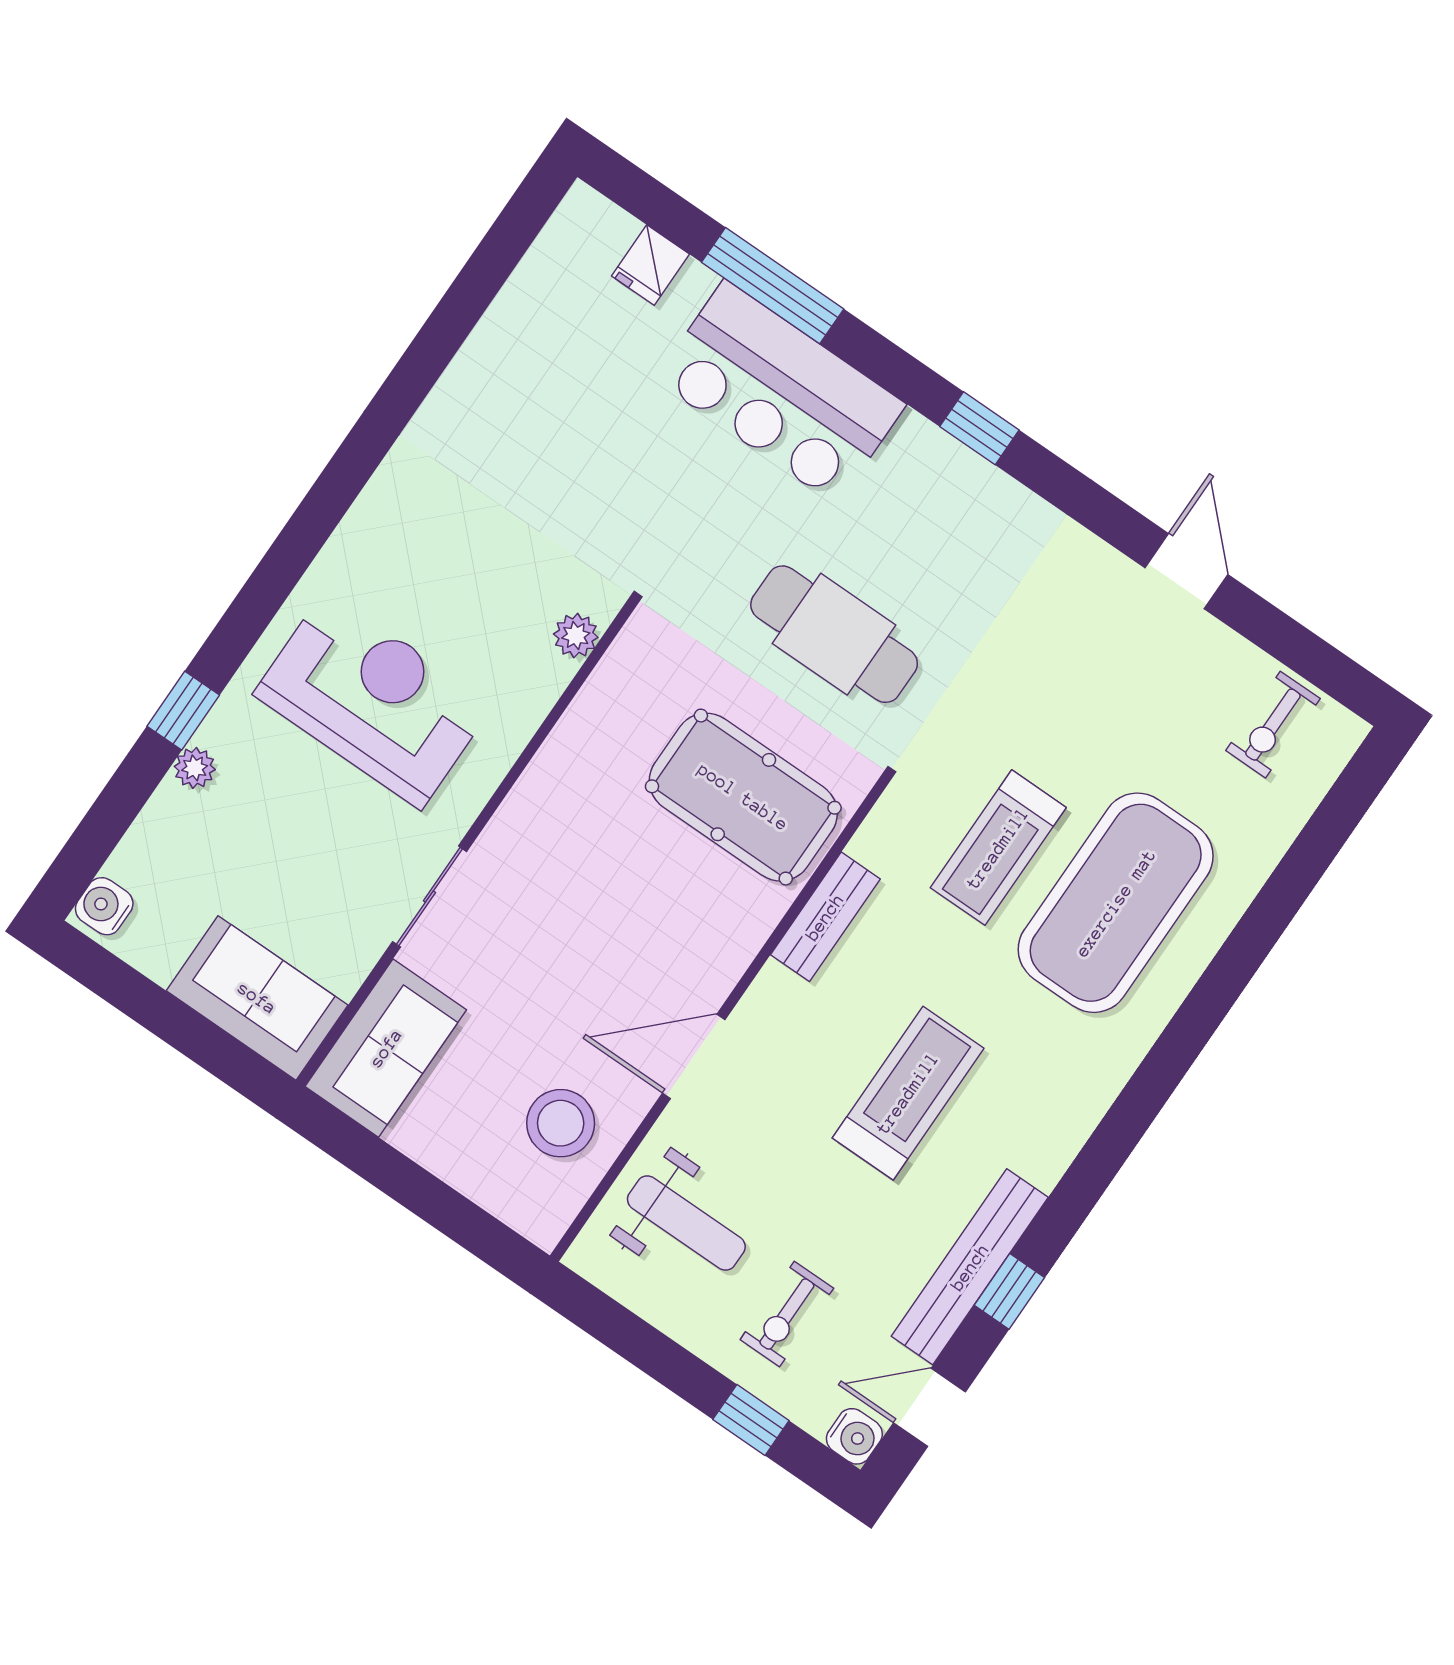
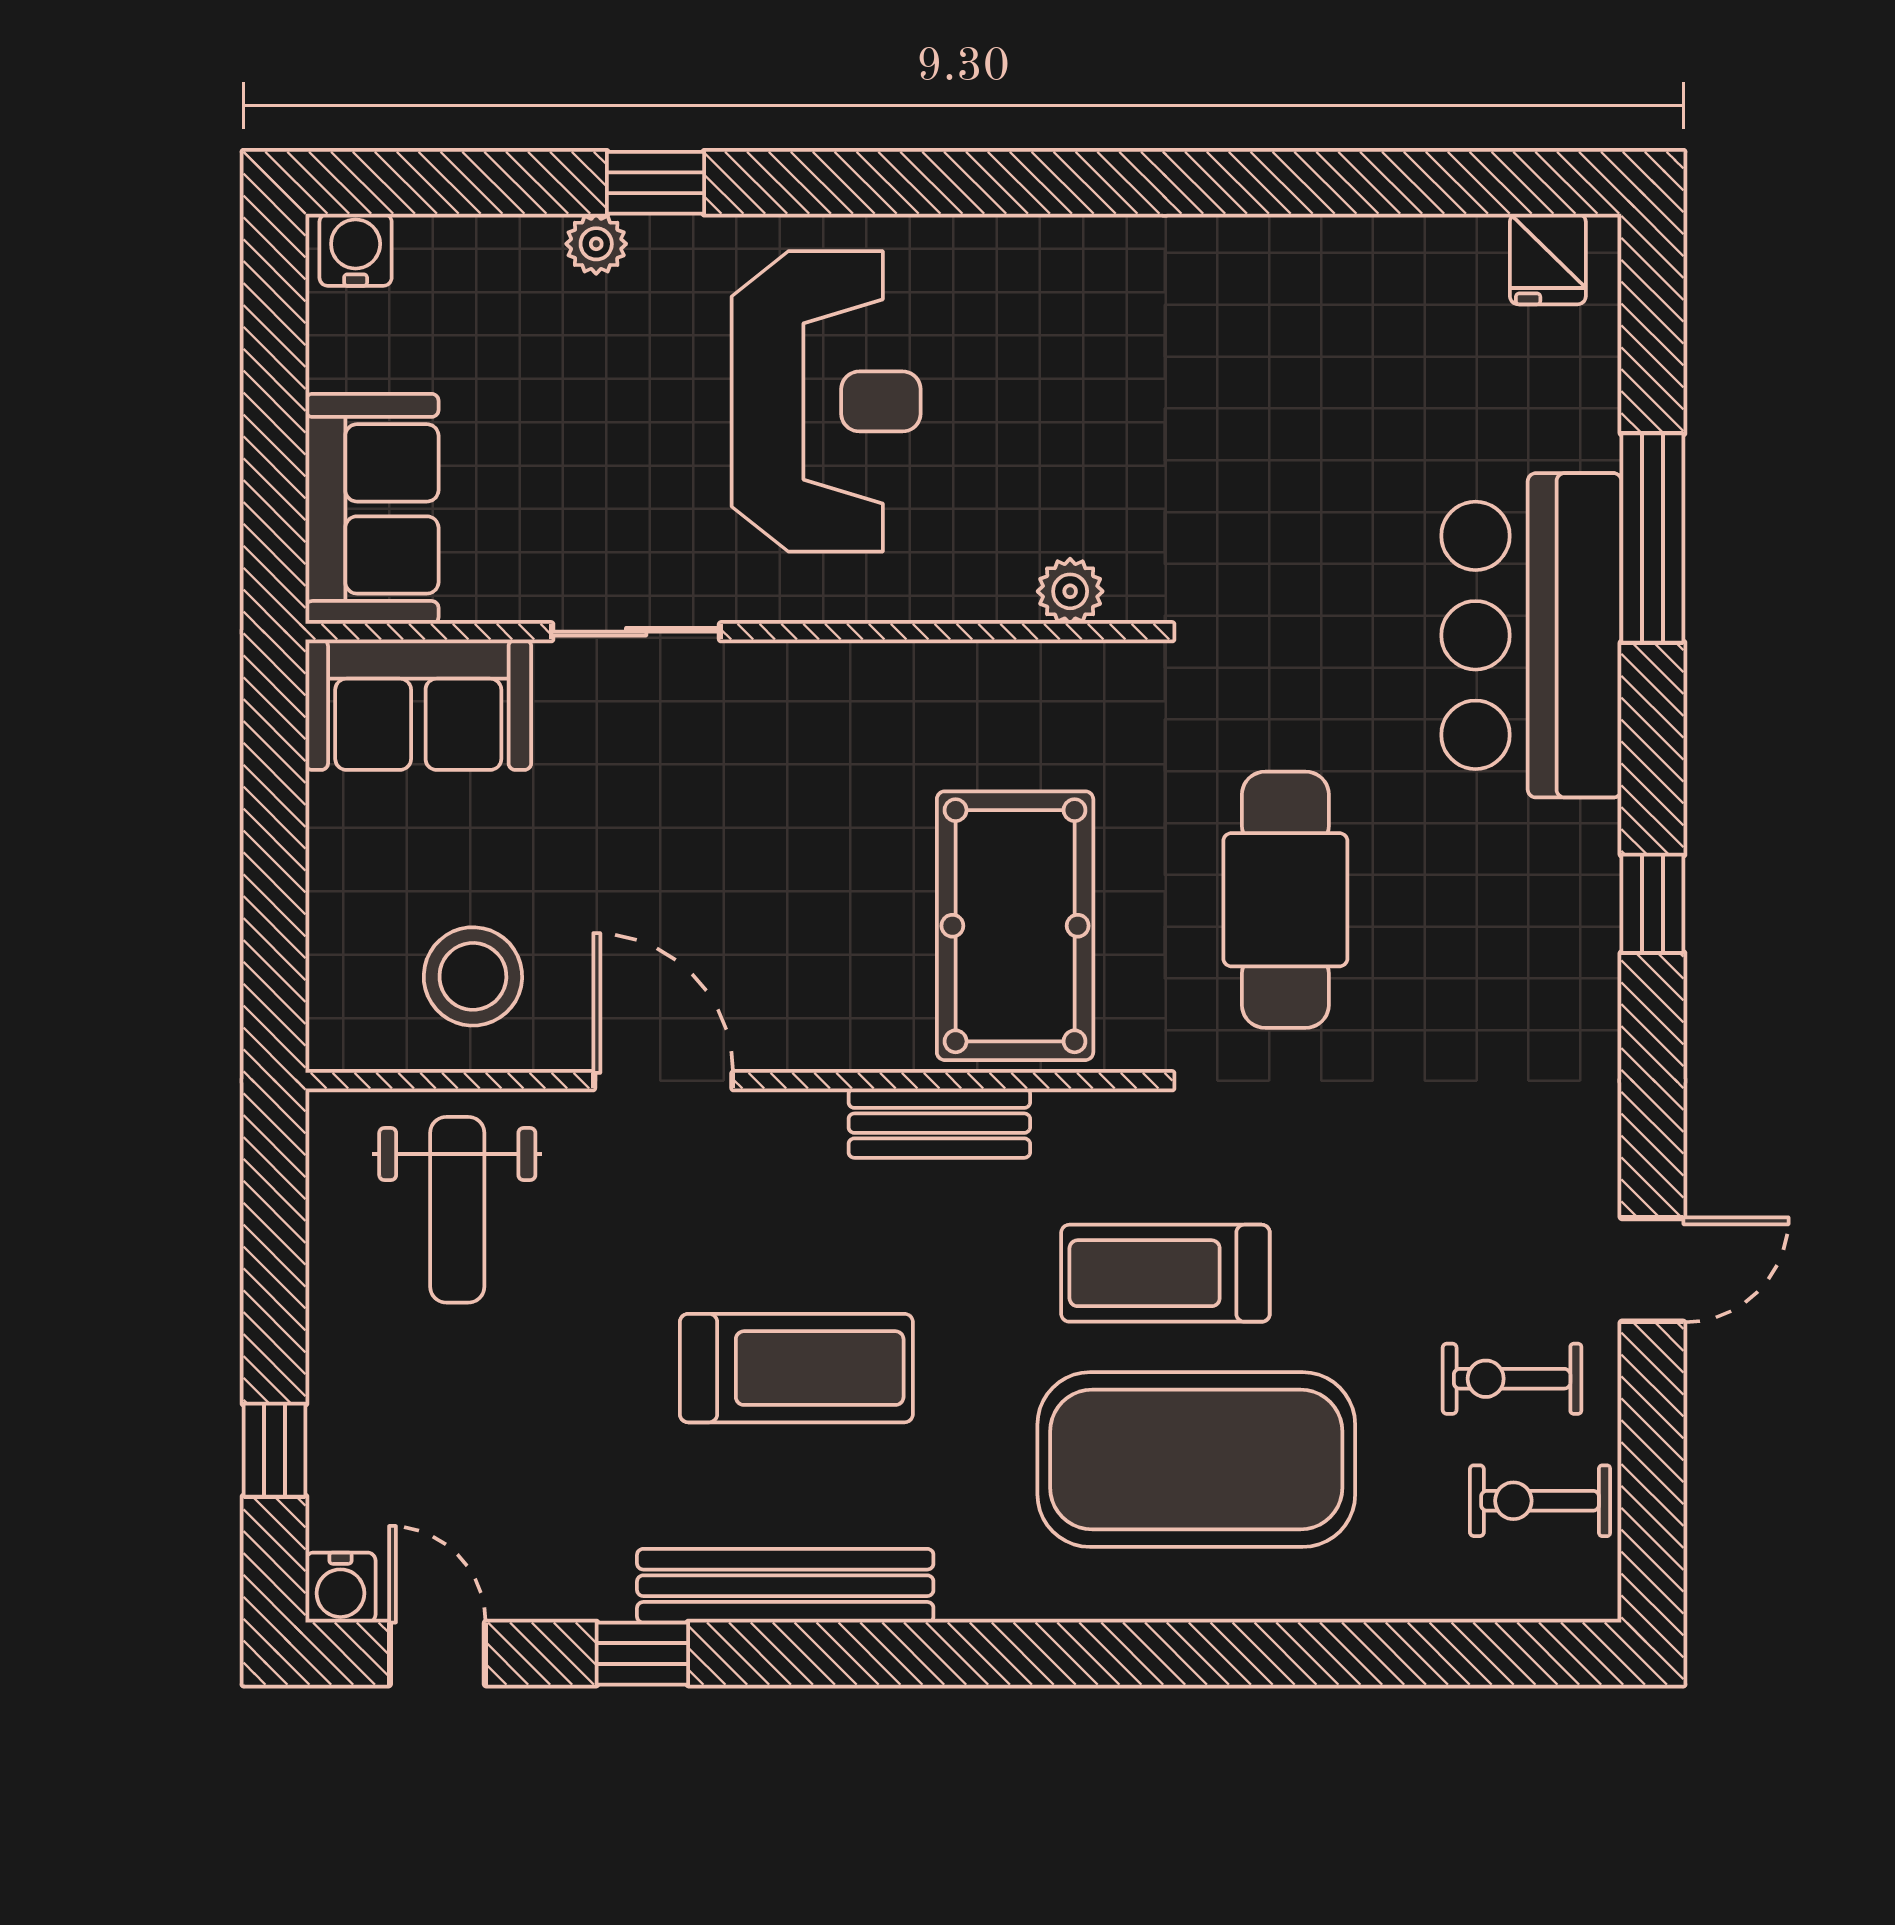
fridge: (650, 265) -> (1548, 259), moved, turned -90
bench: (970, 1267) -> (785, 1586), moved
exercise bike: (787, 1314) -> (1512, 1379), moved

